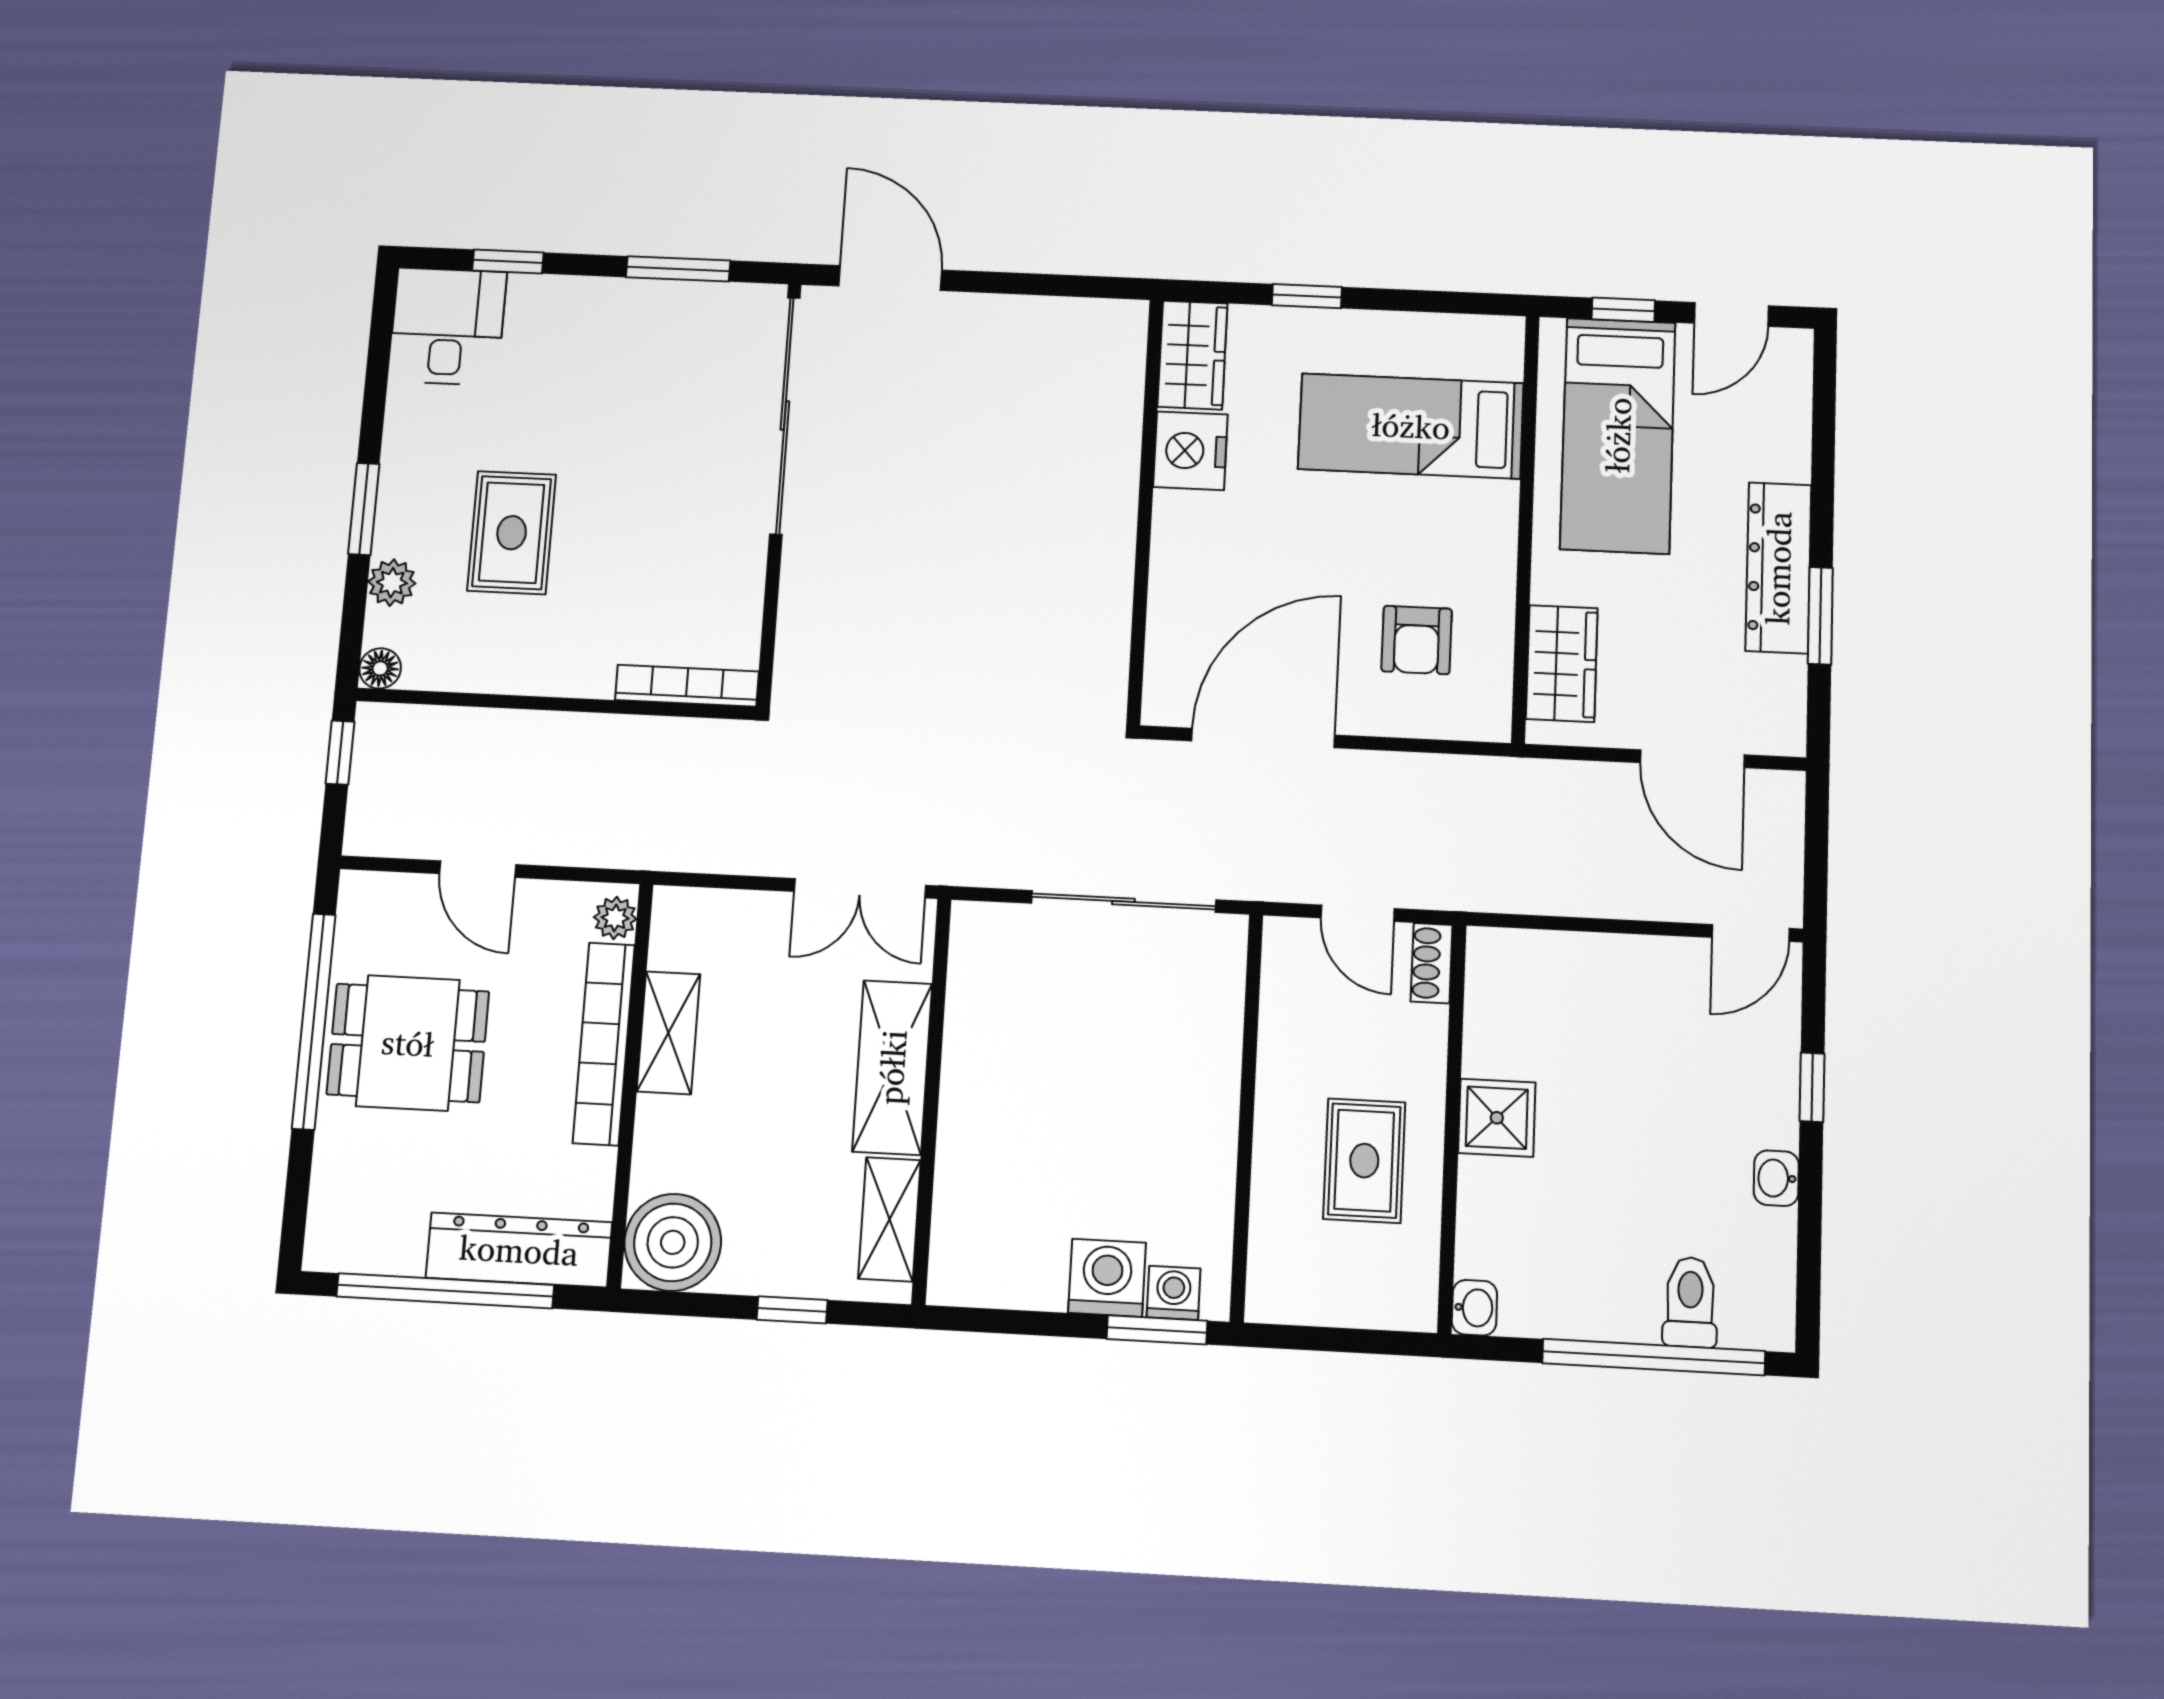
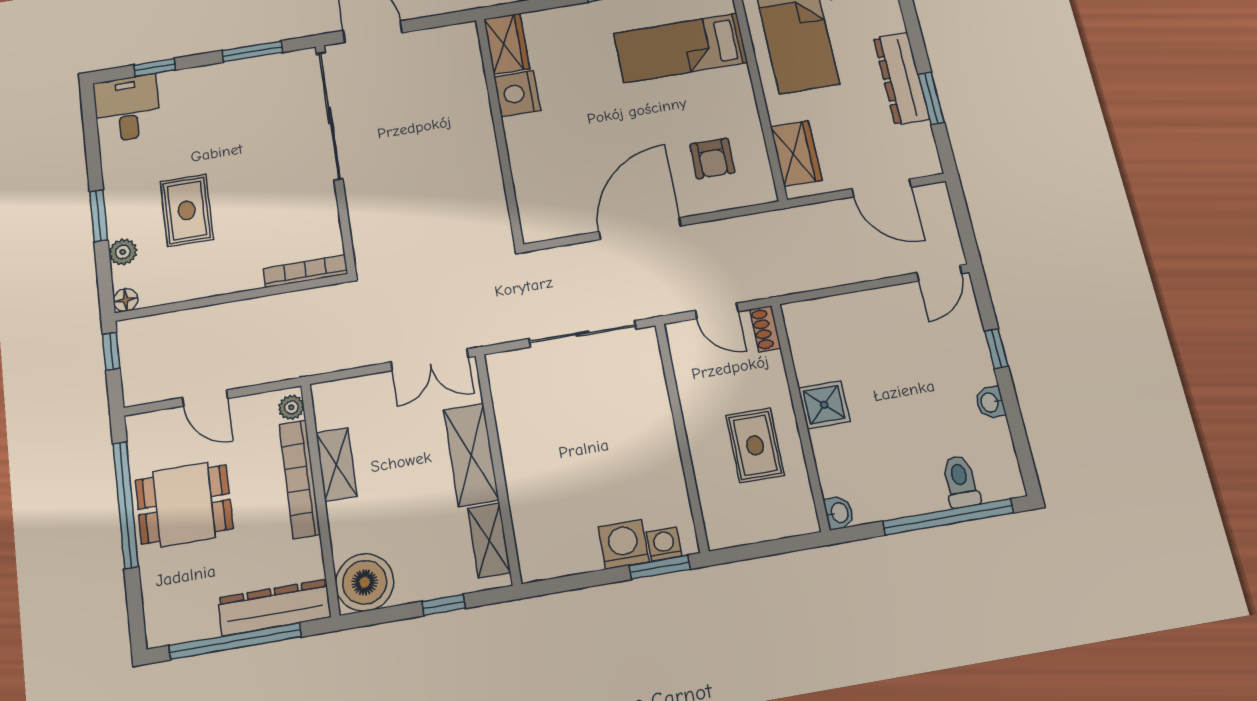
wardrobe: (1193, 355) -> (507, 44), moved
nightstand: (1190, 451) -> (517, 94), moved
wall: (1145, 510) -> (499, 130), moved

